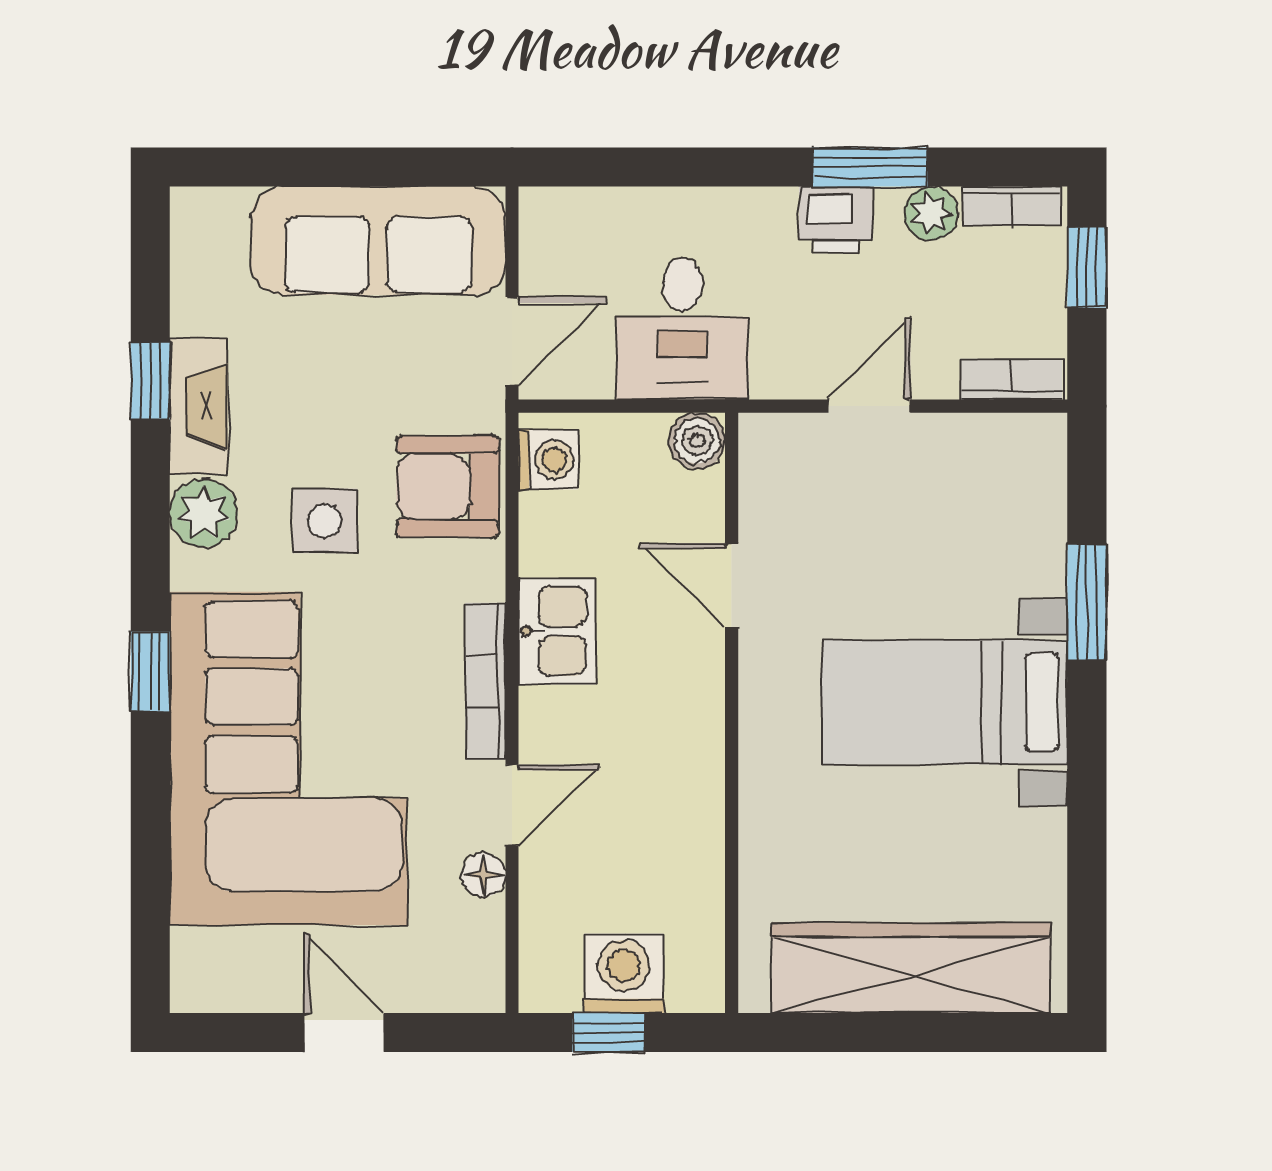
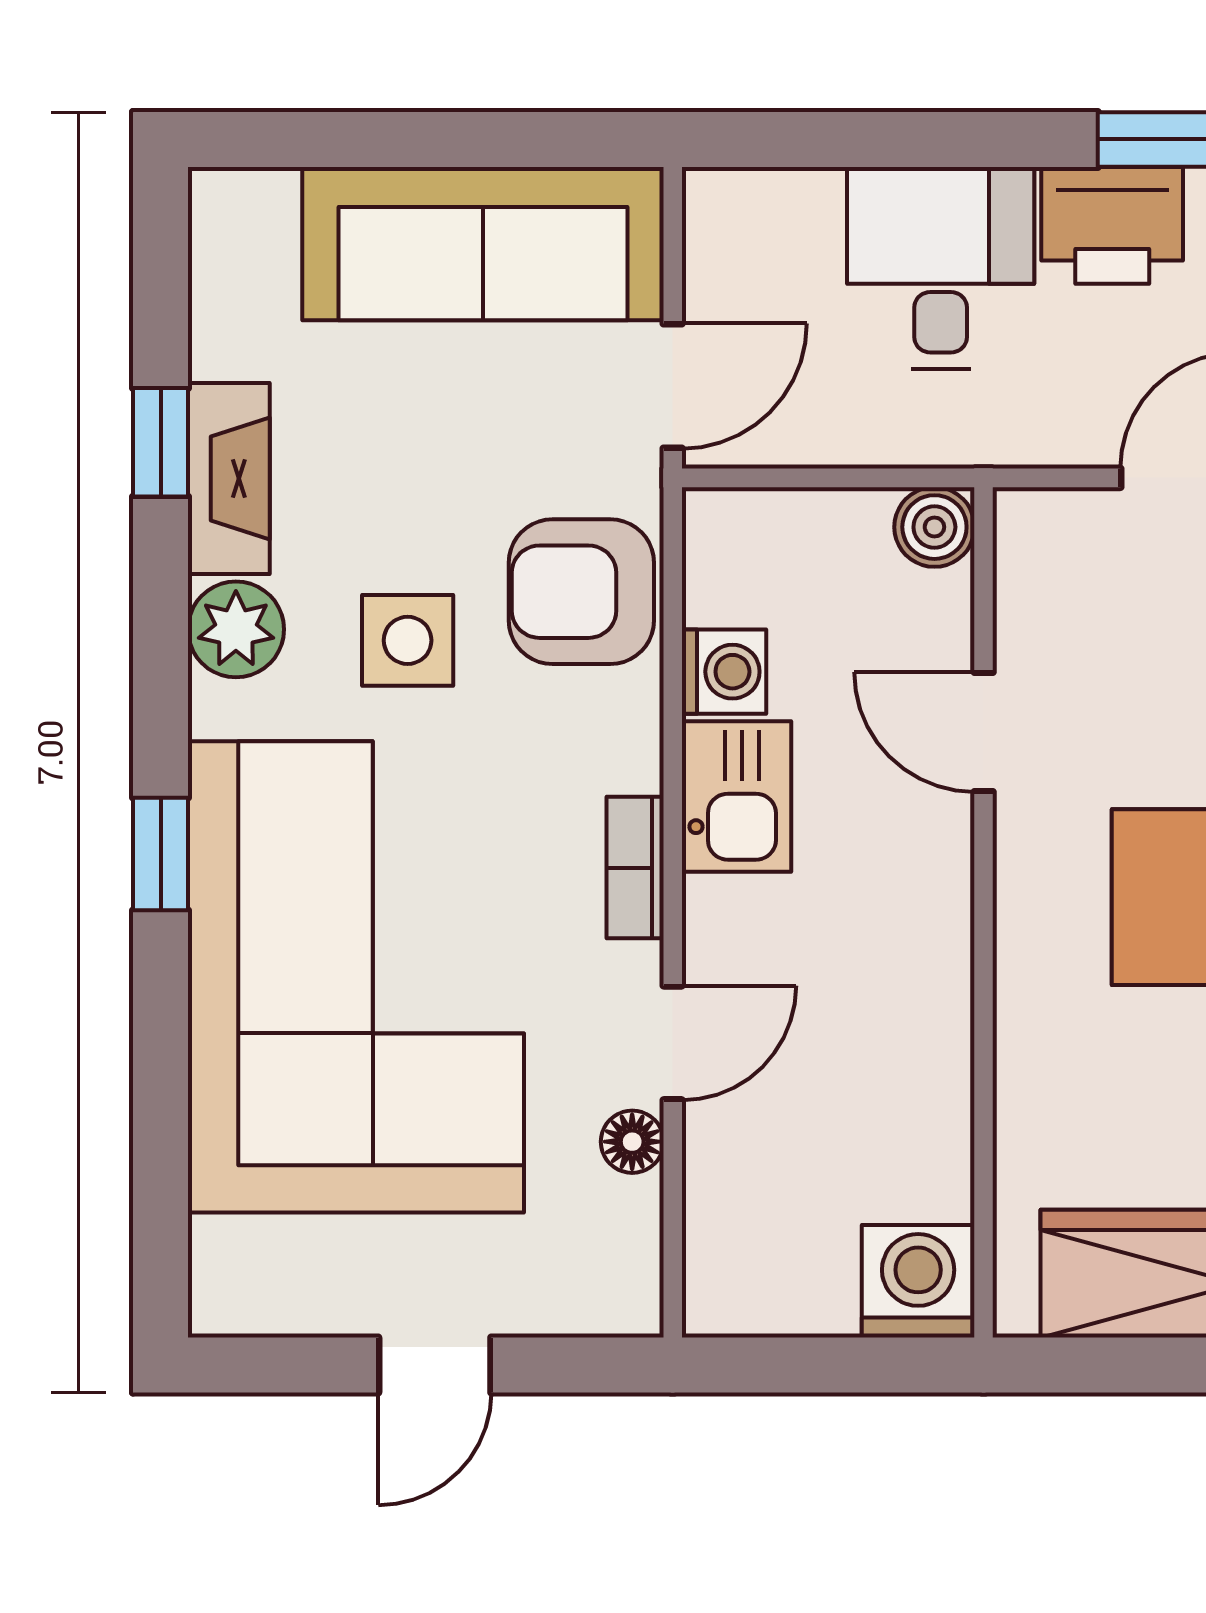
printer: (836, 220) -> (1112, 225), width x1.36, depth x1.24
desk: (682, 328) -> (941, 268), moved, turned 180
washing machine: (548, 460) -> (724, 672), moved
bookcase: (486, 681) -> (635, 868), width x0.64
washing machine: (624, 973) -> (918, 1281), moved
door: (344, 1033) -> (435, 1365), swing flipped
window: (608, 1033) -> (809, 1365), removed

